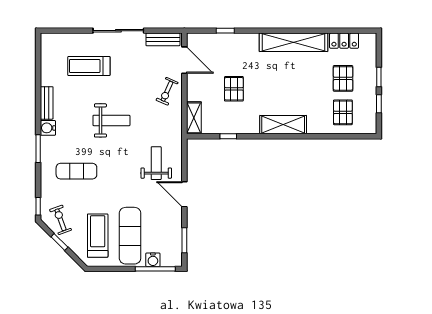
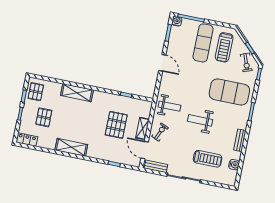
locker: (344, 41) -> (27, 140), moved
shelving: (293, 42) -> (71, 147), width x0.68
pallet: (234, 89) -> (116, 125), width x1.50, depth x1.42
pallet: (343, 112) -> (36, 92), moved
shelving: (194, 118) -> (143, 129), moved
shelving: (283, 125) -> (77, 93), moved
water cooler: (48, 128) -> (234, 165), moved
weight bench: (156, 163) -> (169, 106), moved, turned -90
exercise mat: (76, 171) -> (229, 92), width x2.00, depth x1.45
water cooler: (153, 260) -> (177, 21), moved

